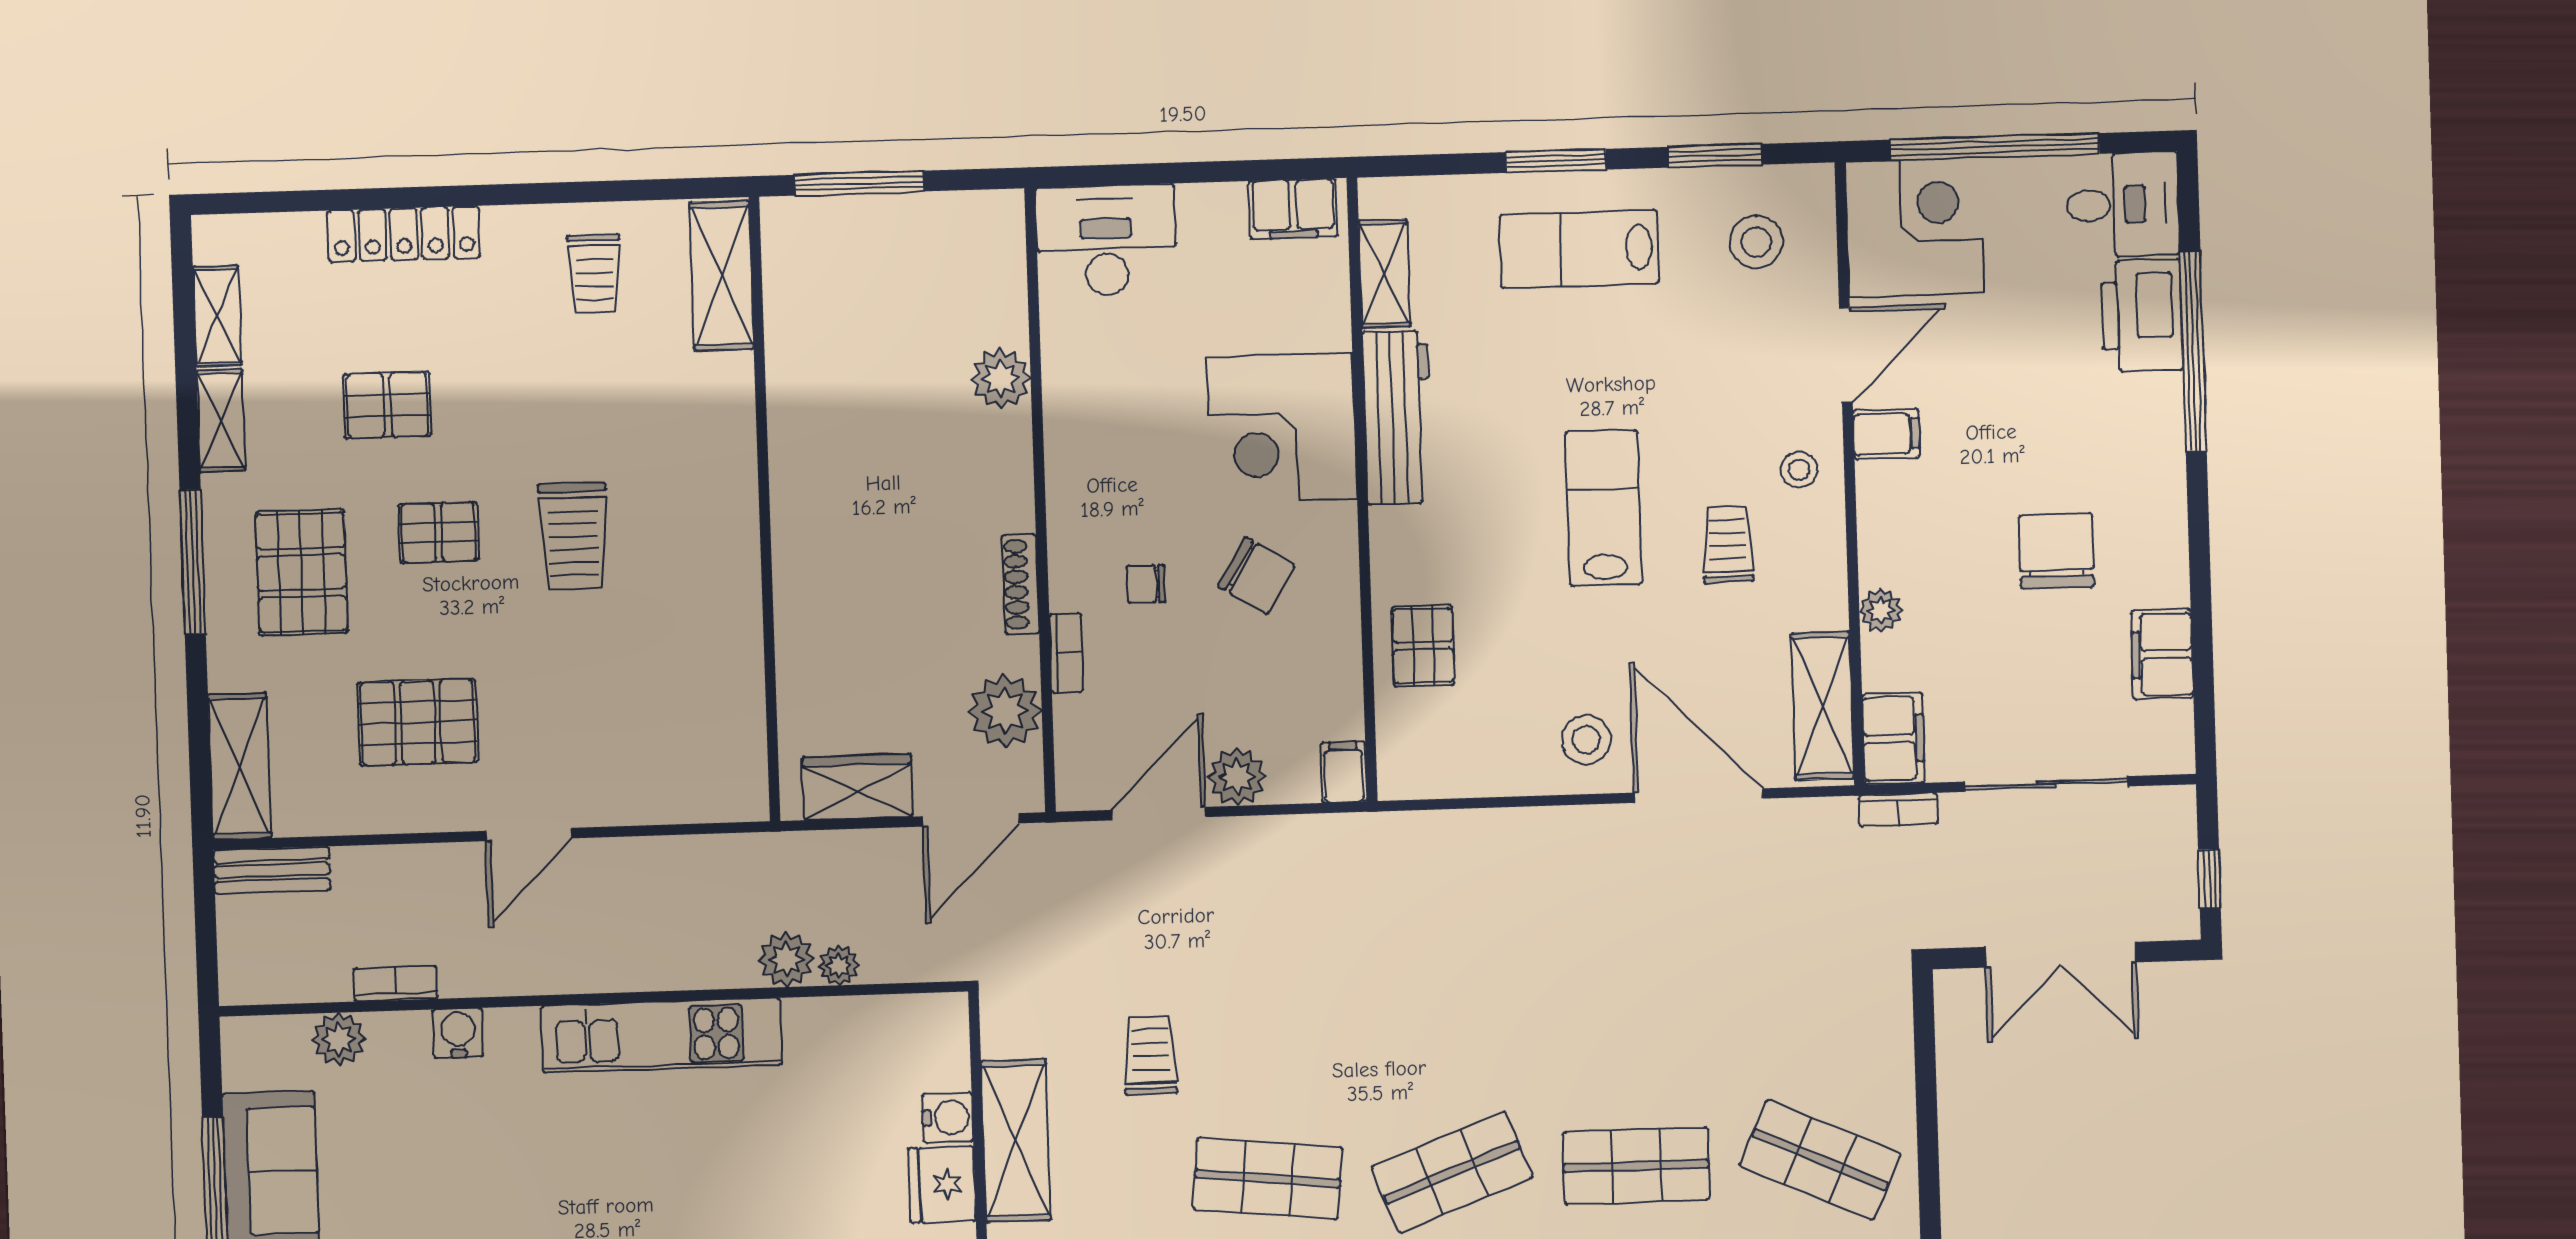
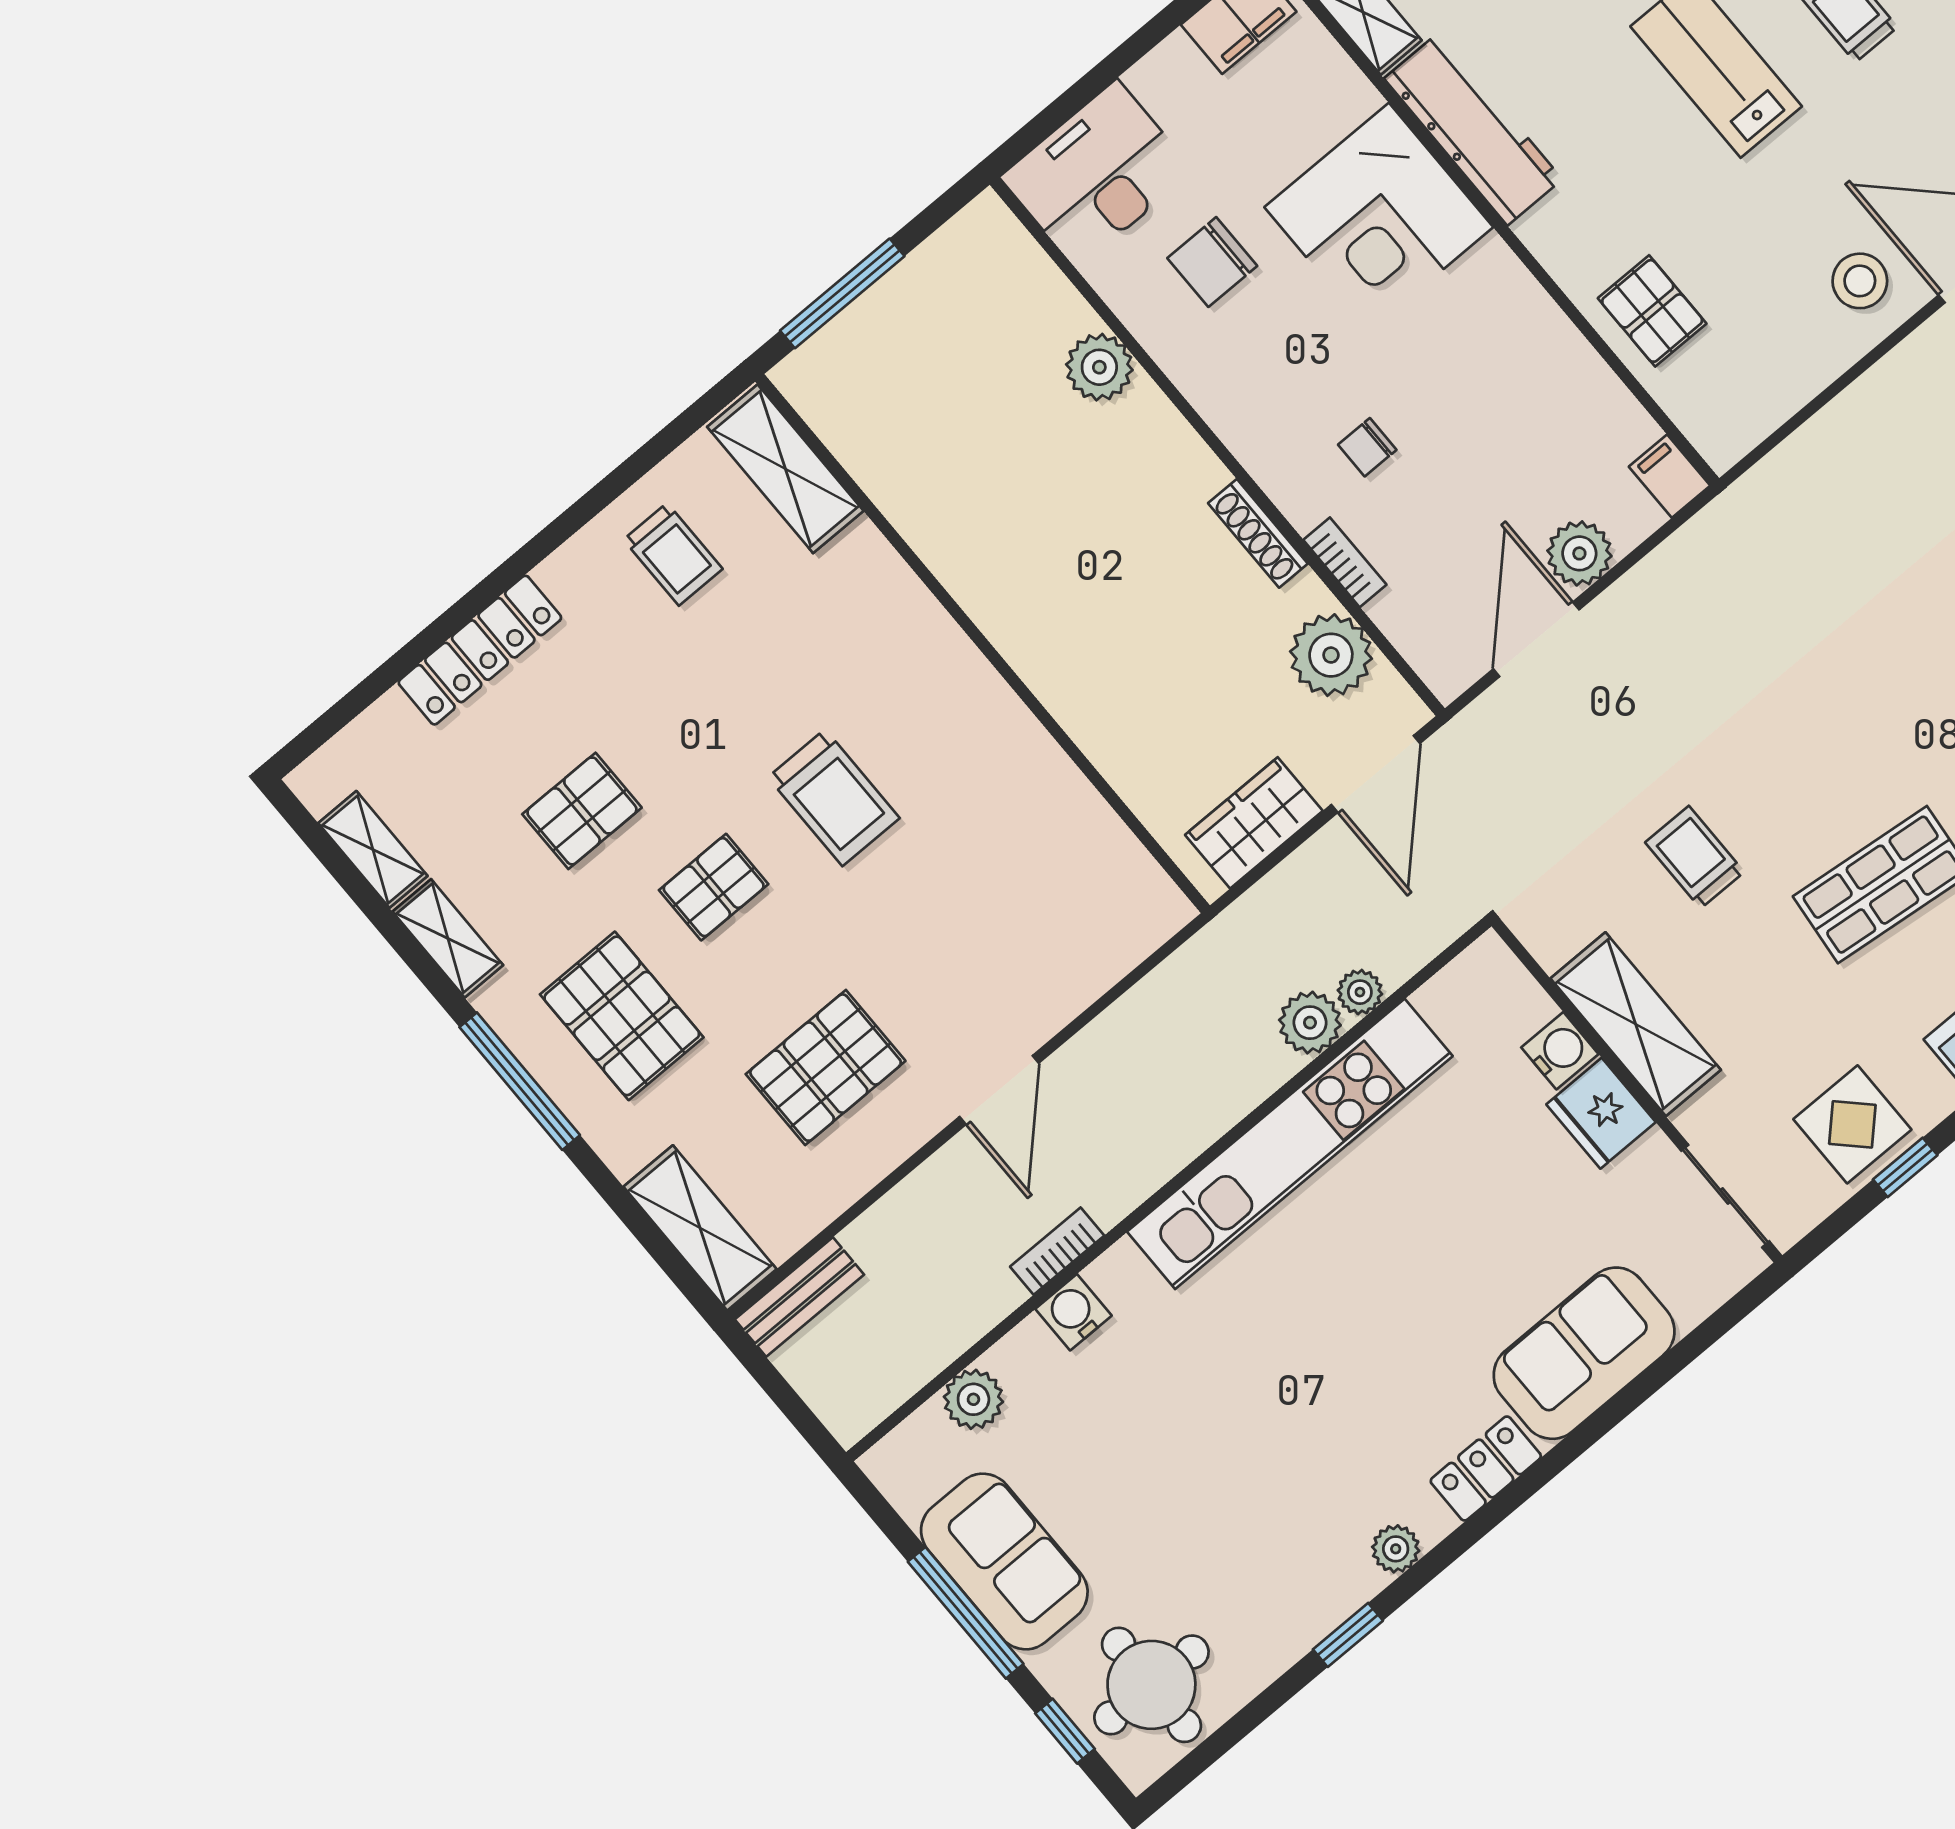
chair: (1256, 575) -> (1212, 262), moved, turned 148
bookcase: (396, 984) -> (1057, 1251), moved
kitchen unit: (661, 1035) -> (1290, 1144), width x1.36

